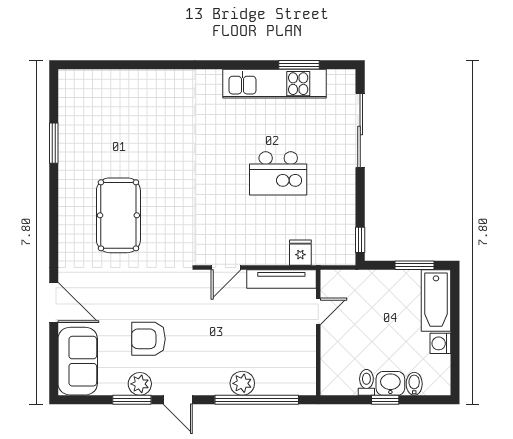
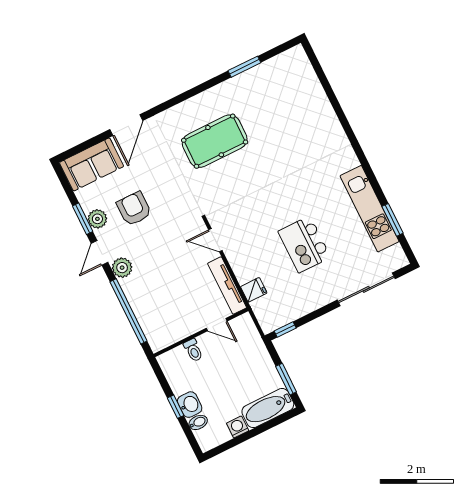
toilet: (366, 382) -> (193, 350), moved, turned 90
plant: (242, 383) -> (122, 268), moved

